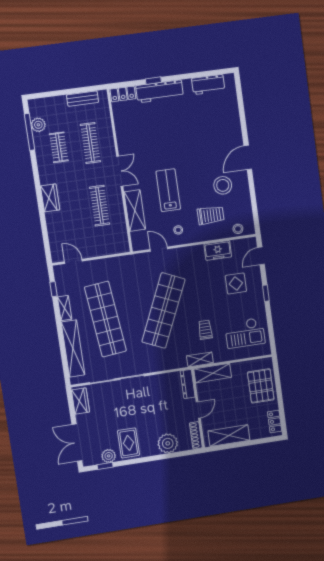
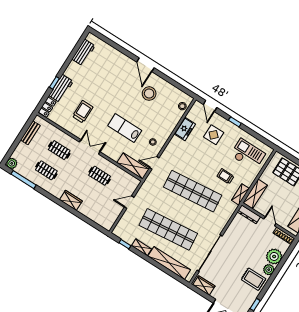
workbench: (160, 91) -> (61, 88), width x0.73
plant: (38, 125) -> (12, 163), moved
clothes rail: (90, 143) -> (59, 150), width x0.73
clothes rail: (100, 206) -> (100, 176), width x0.73
shelving: (135, 211) -> (133, 166), moved
trolley: (211, 215) -> (83, 112), moved
door: (73, 261) -> (129, 202), moved
shop shelf: (163, 311) -> (193, 191), turned -30
checkout: (245, 333) -> (248, 154), turned -90
plant: (109, 456) -> (269, 270), moved

